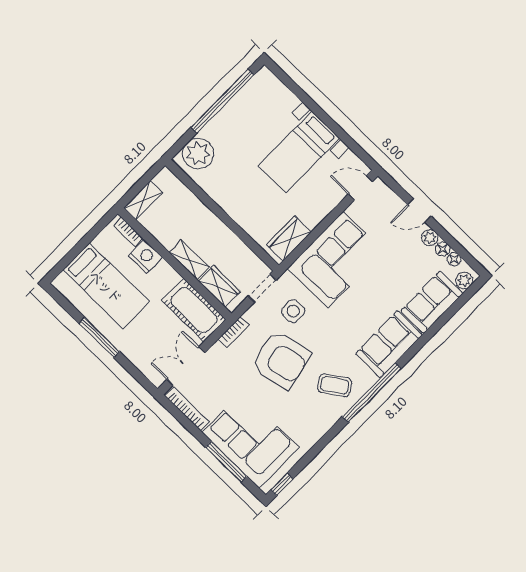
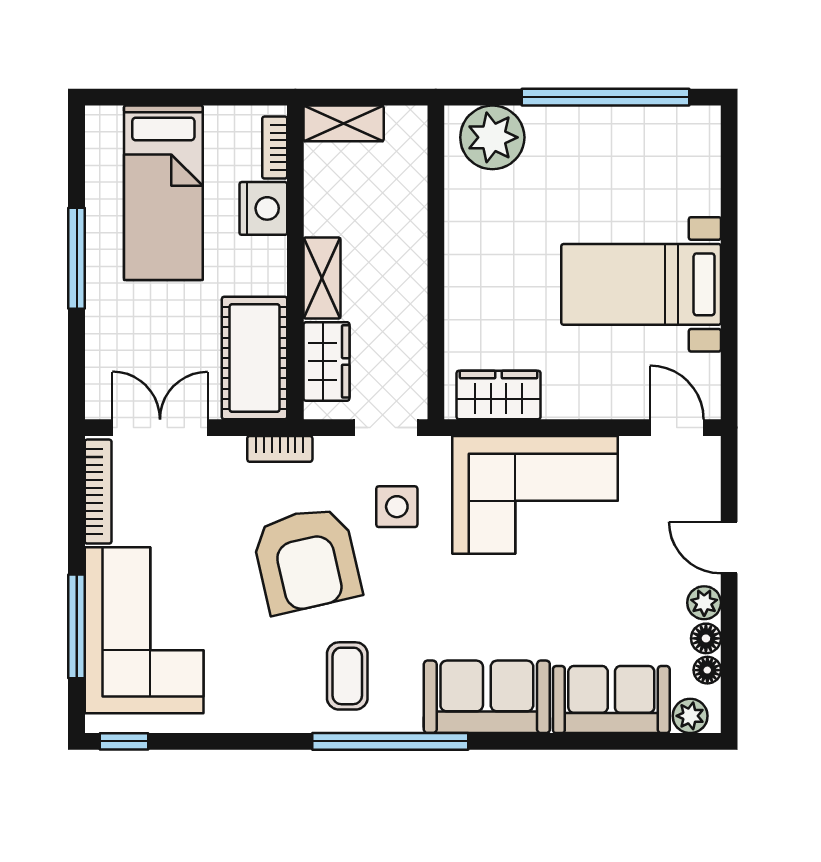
coffee table: (335, 385) -> (347, 676), turned 34

